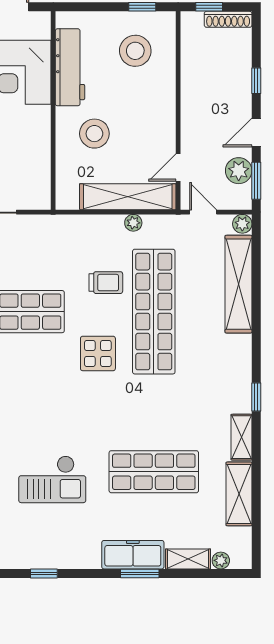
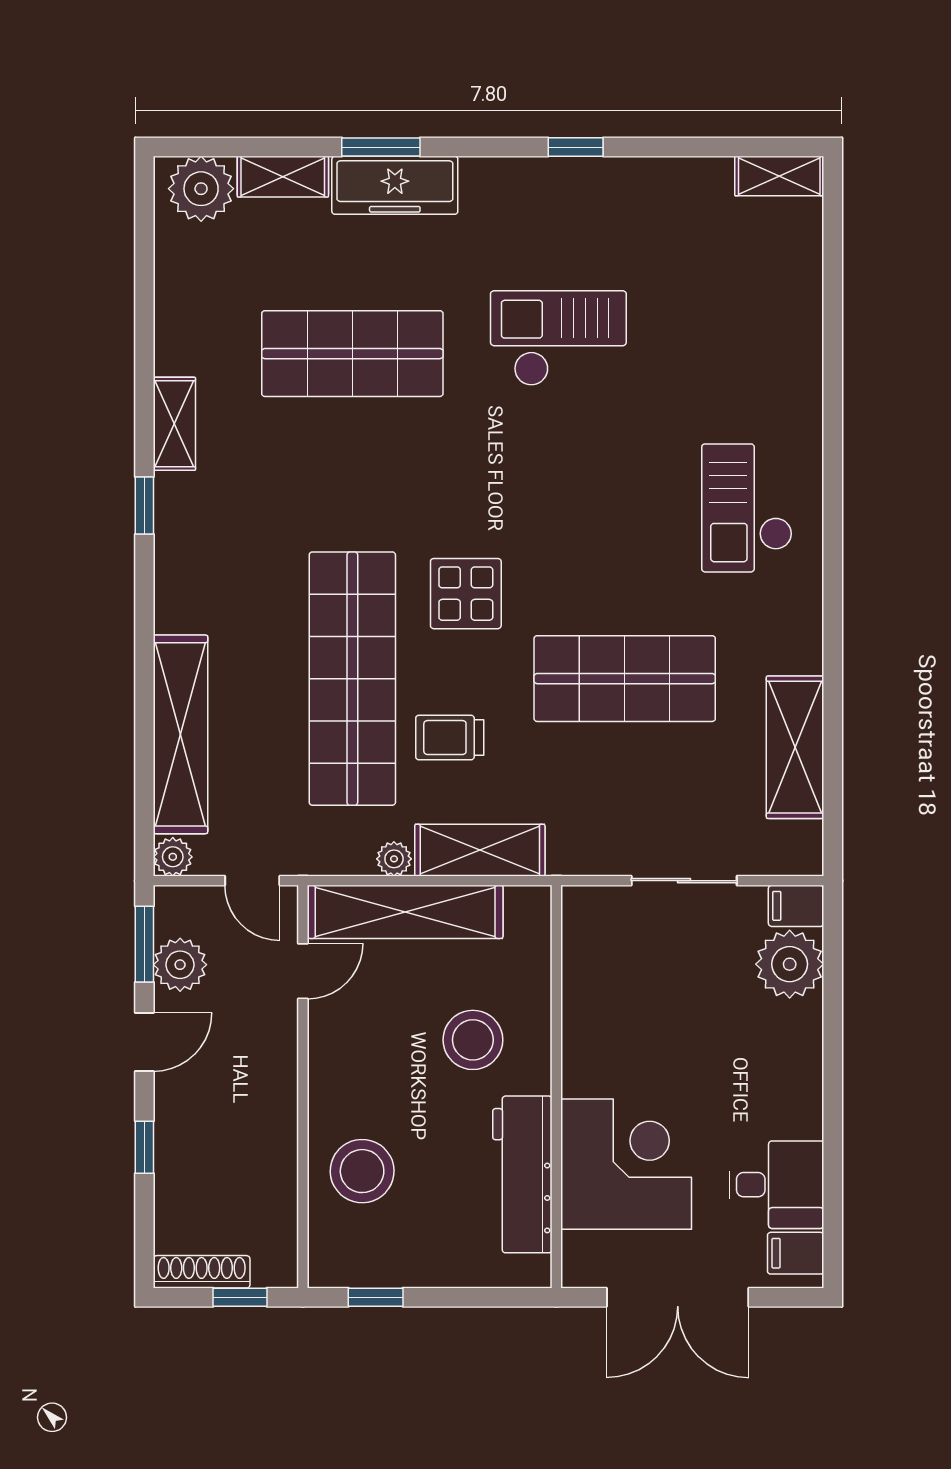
stool: (135, 51) -> (362, 1171), moved
shelving: (239, 494) -> (480, 850), moved, turned 90
plant: (221, 560) -> (201, 189), width x1.88, depth x1.88

